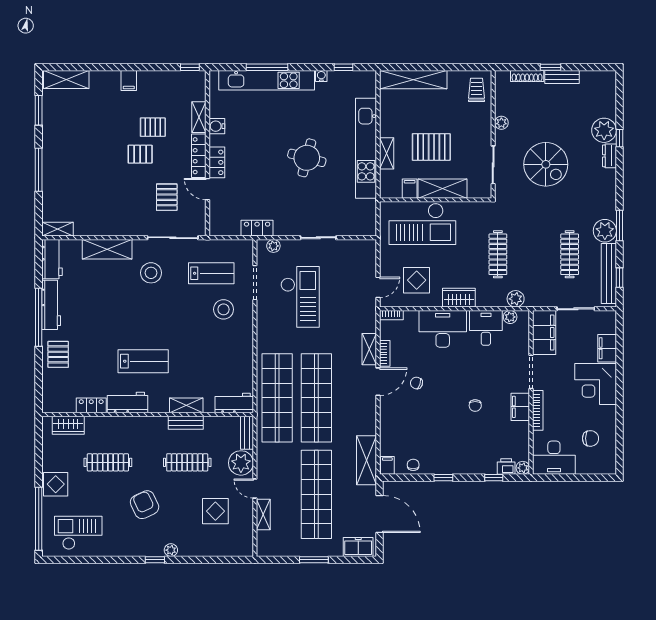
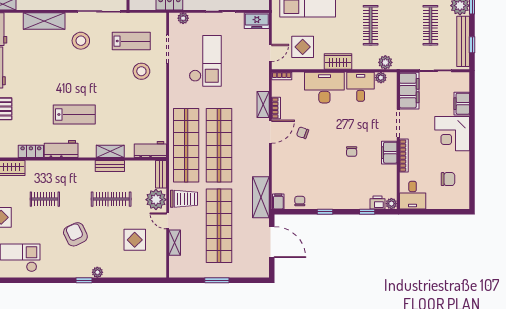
desk: (554, 458) -> (413, 195), width x0.73
clothes rail: (108, 462) -> (45, 199), width x0.73
trolley: (275, 462) -> (184, 199), added
freezer: (358, 547) -> (257, 21), moved, turned 180

